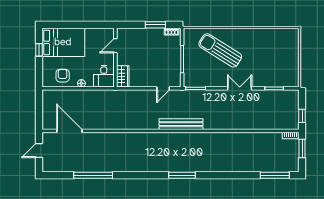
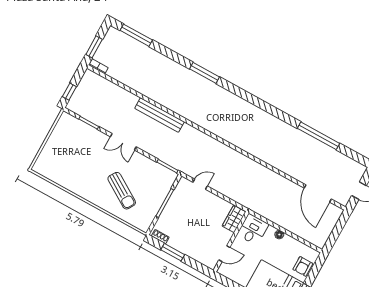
sun lounger: (220, 50) -> (122, 191), width x0.73, depth x0.75
armchair: (63, 76) -> (303, 266), moved
window: (302, 116) -> (69, 92), moved
bench: (181, 124) -> (160, 115), moved
window: (182, 175) -> (205, 73), moved

